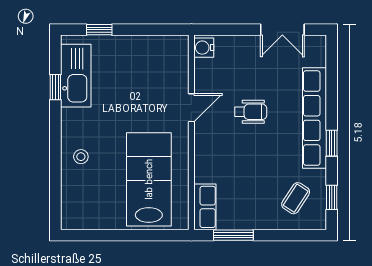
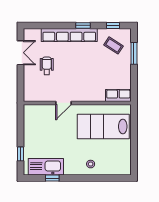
water cooler: (204, 48) -> (30, 96), removed
door: (191, 108) -> (64, 103), swing flipped
wheelchair: (251, 112) -> (47, 66), moved
window: (233, 235) -> (134, 53), moved

